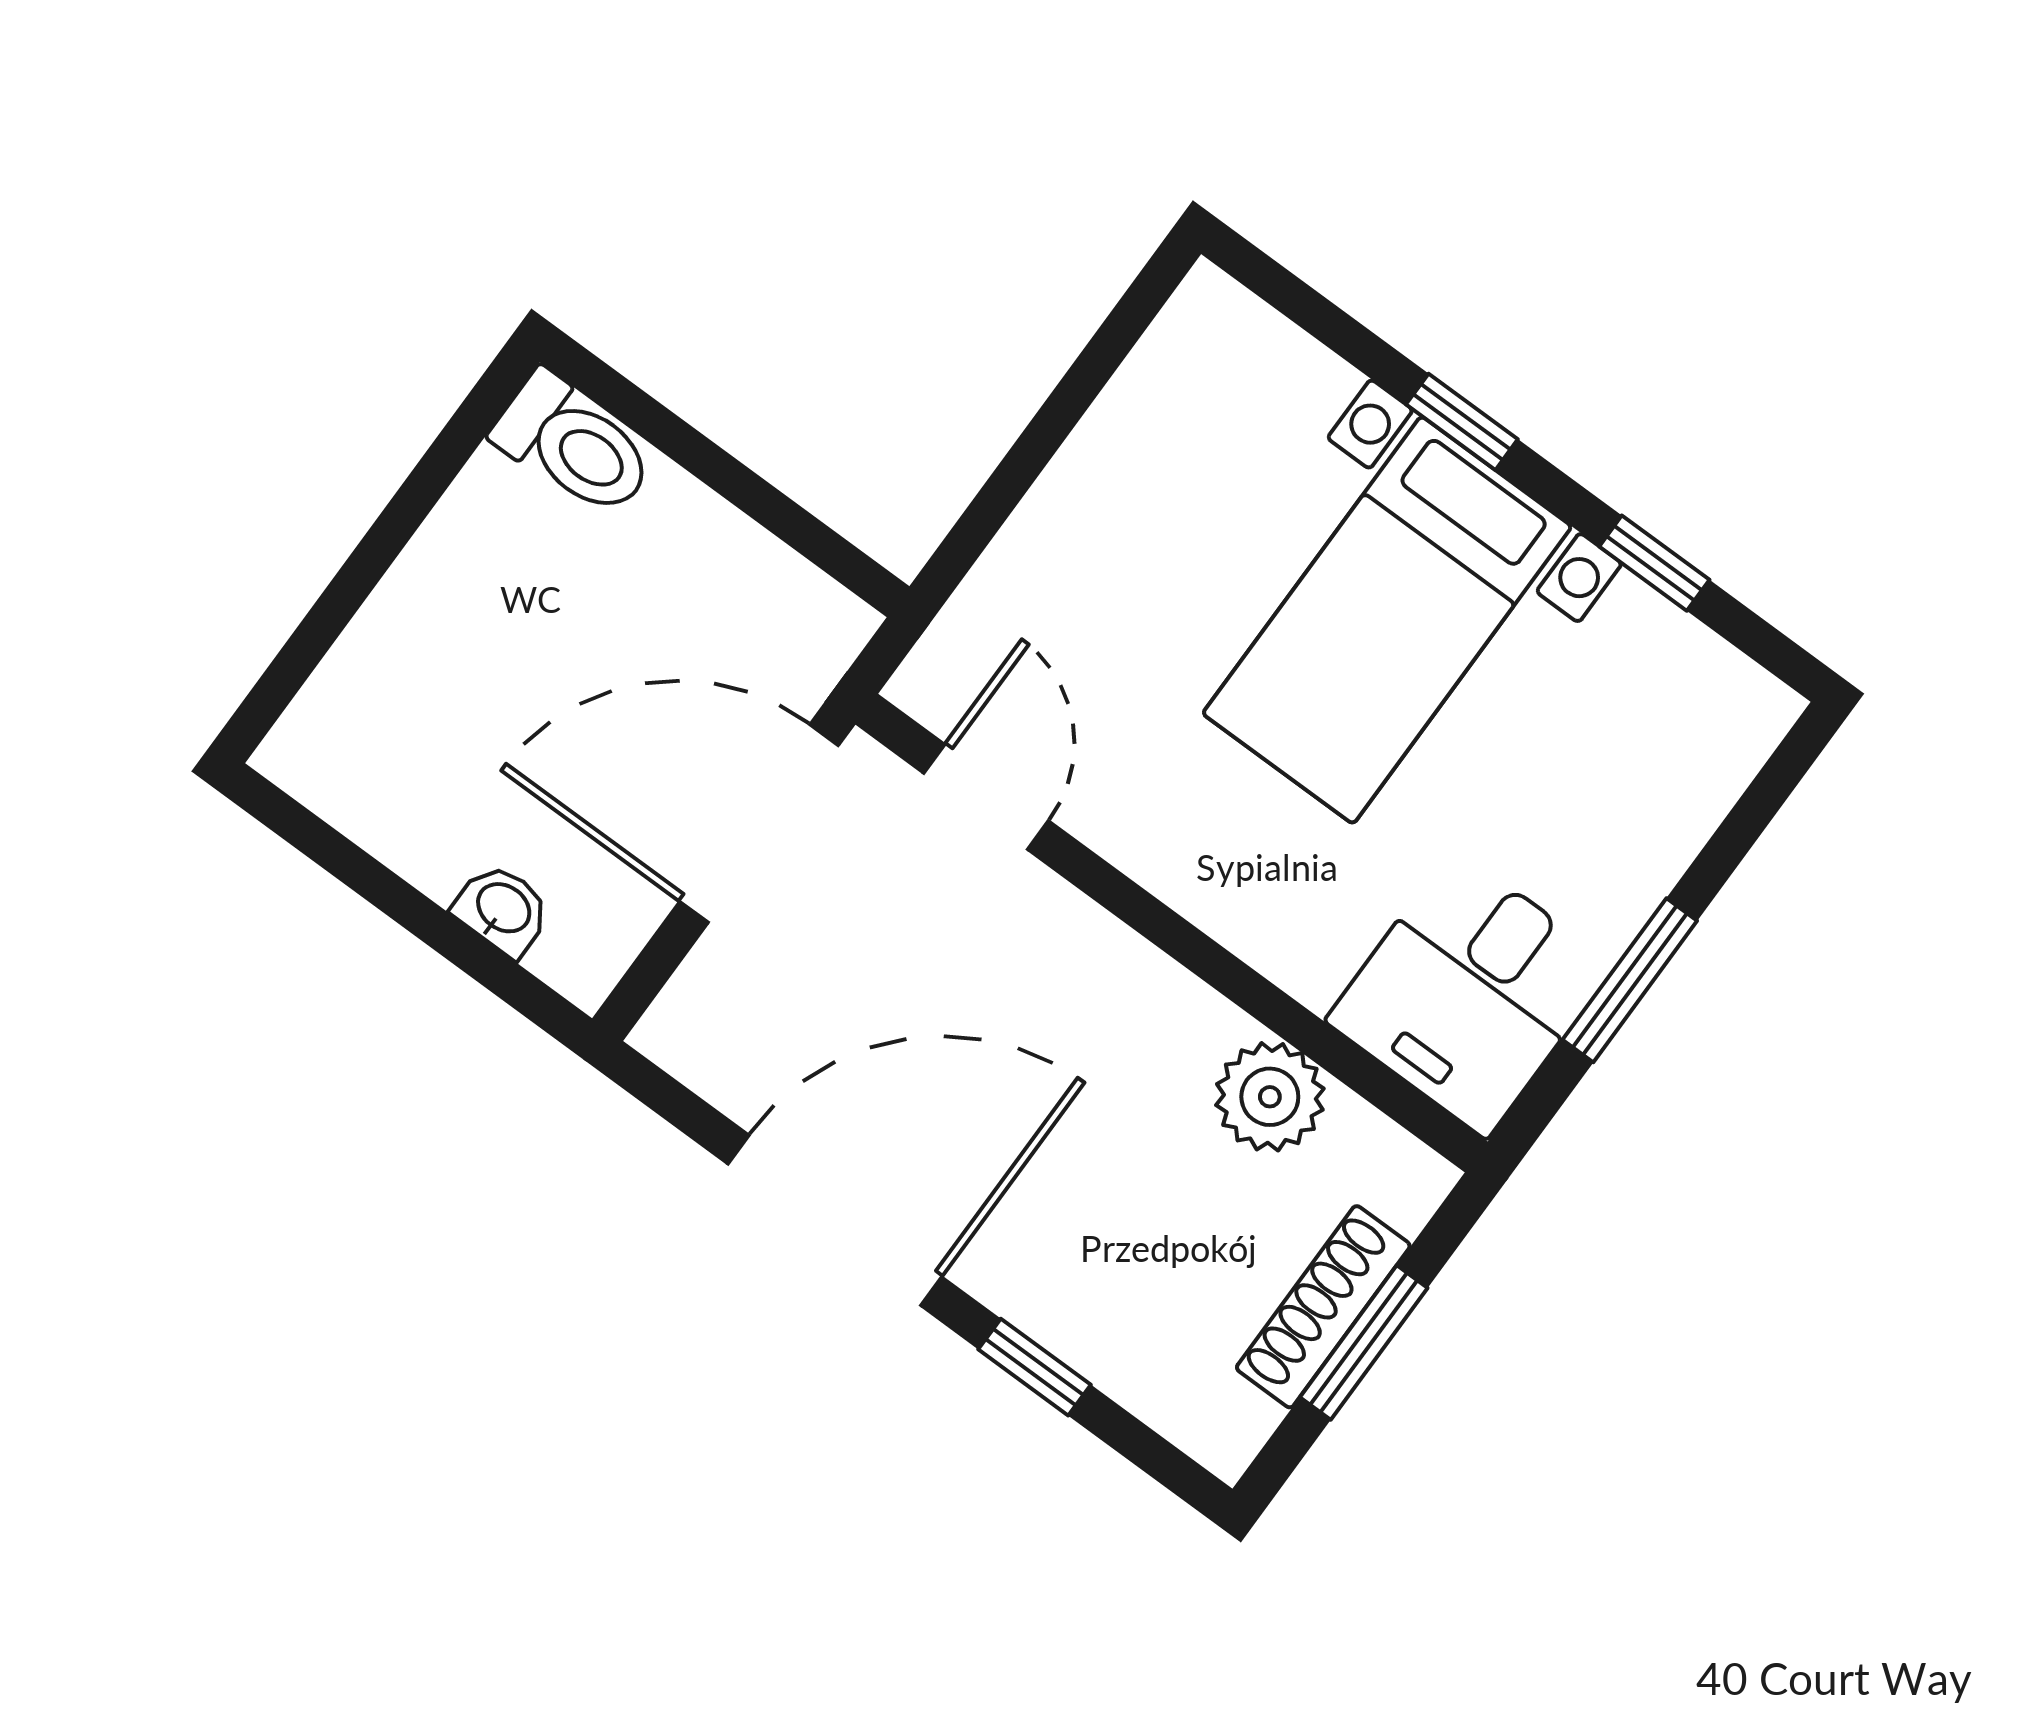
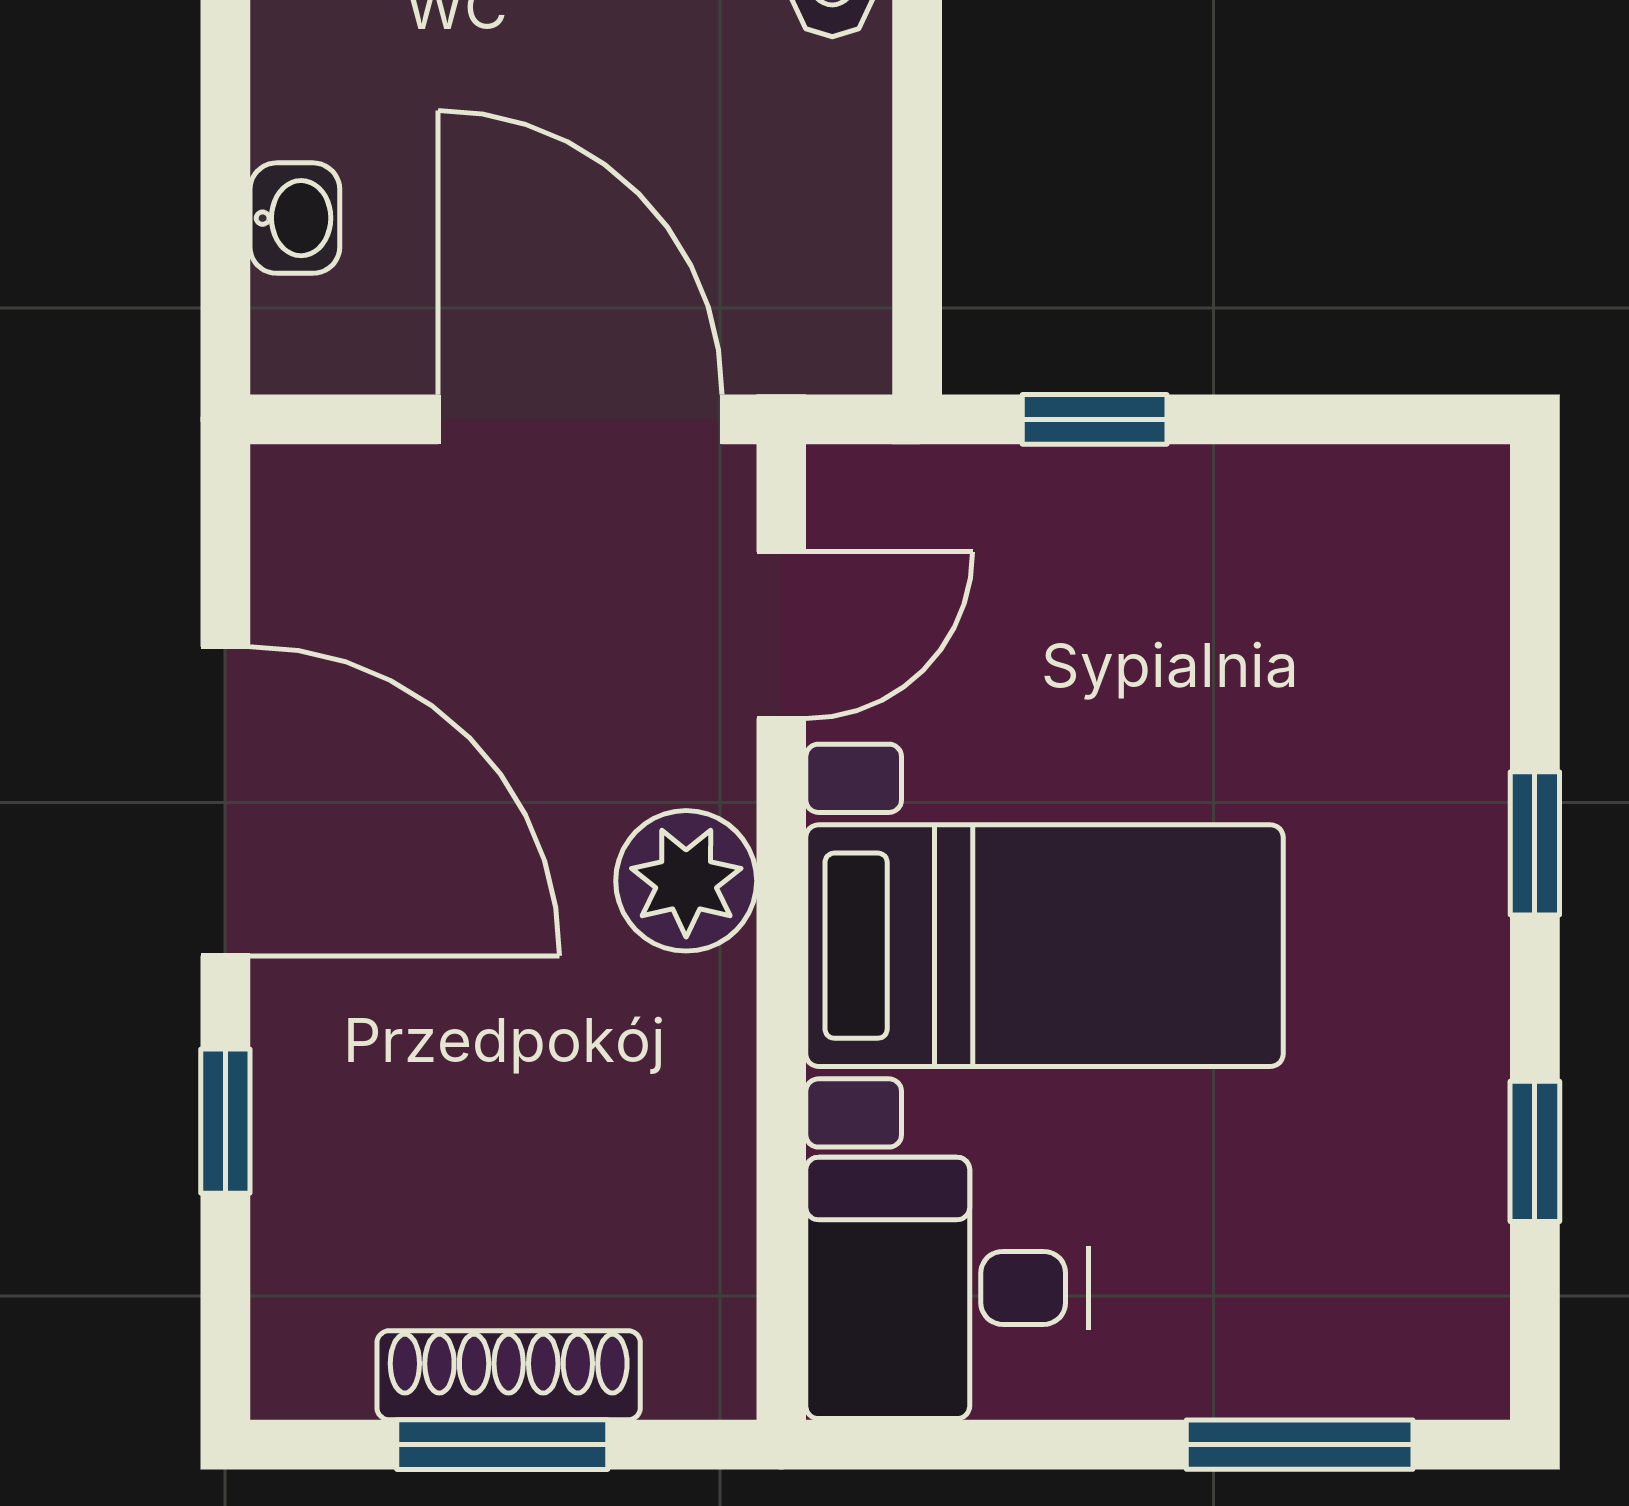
window: (995, 502) -> (1095, 419), added
bed with nightstands: (1387, 620) -> (1045, 946), moved, turned 180
window: (1630, 980) -> (1300, 1445), moved
plant: (1270, 1097) -> (686, 881), moved

